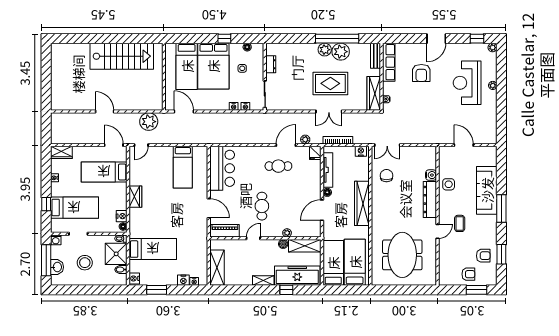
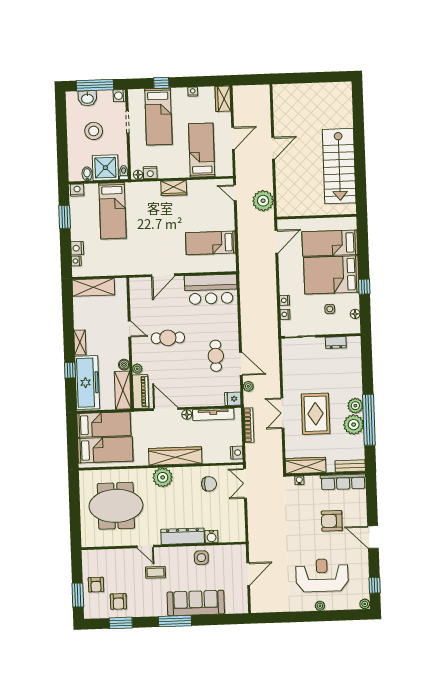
door: (114, 145) -> (233, 138), moved
plant: (380, 215) -> (163, 477), added
piano: (225, 231) -> (141, 392), moved

